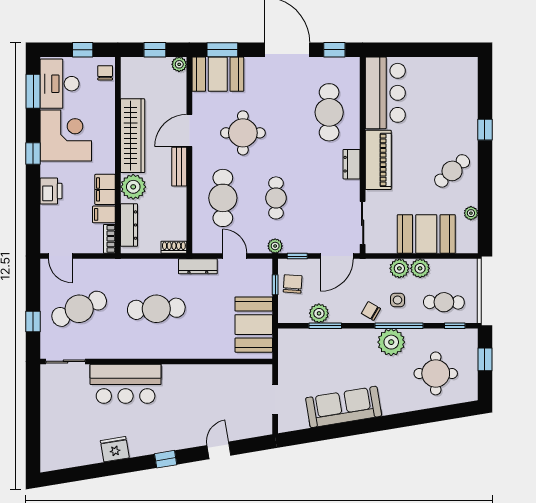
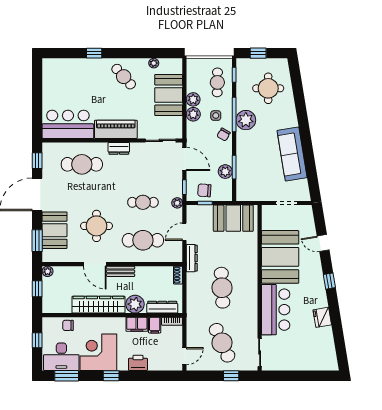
chair: (105, 73) -> (68, 325), moved
booth: (218, 74) -> (55, 230), moved
booth: (199, 390) -> (280, 257), added

